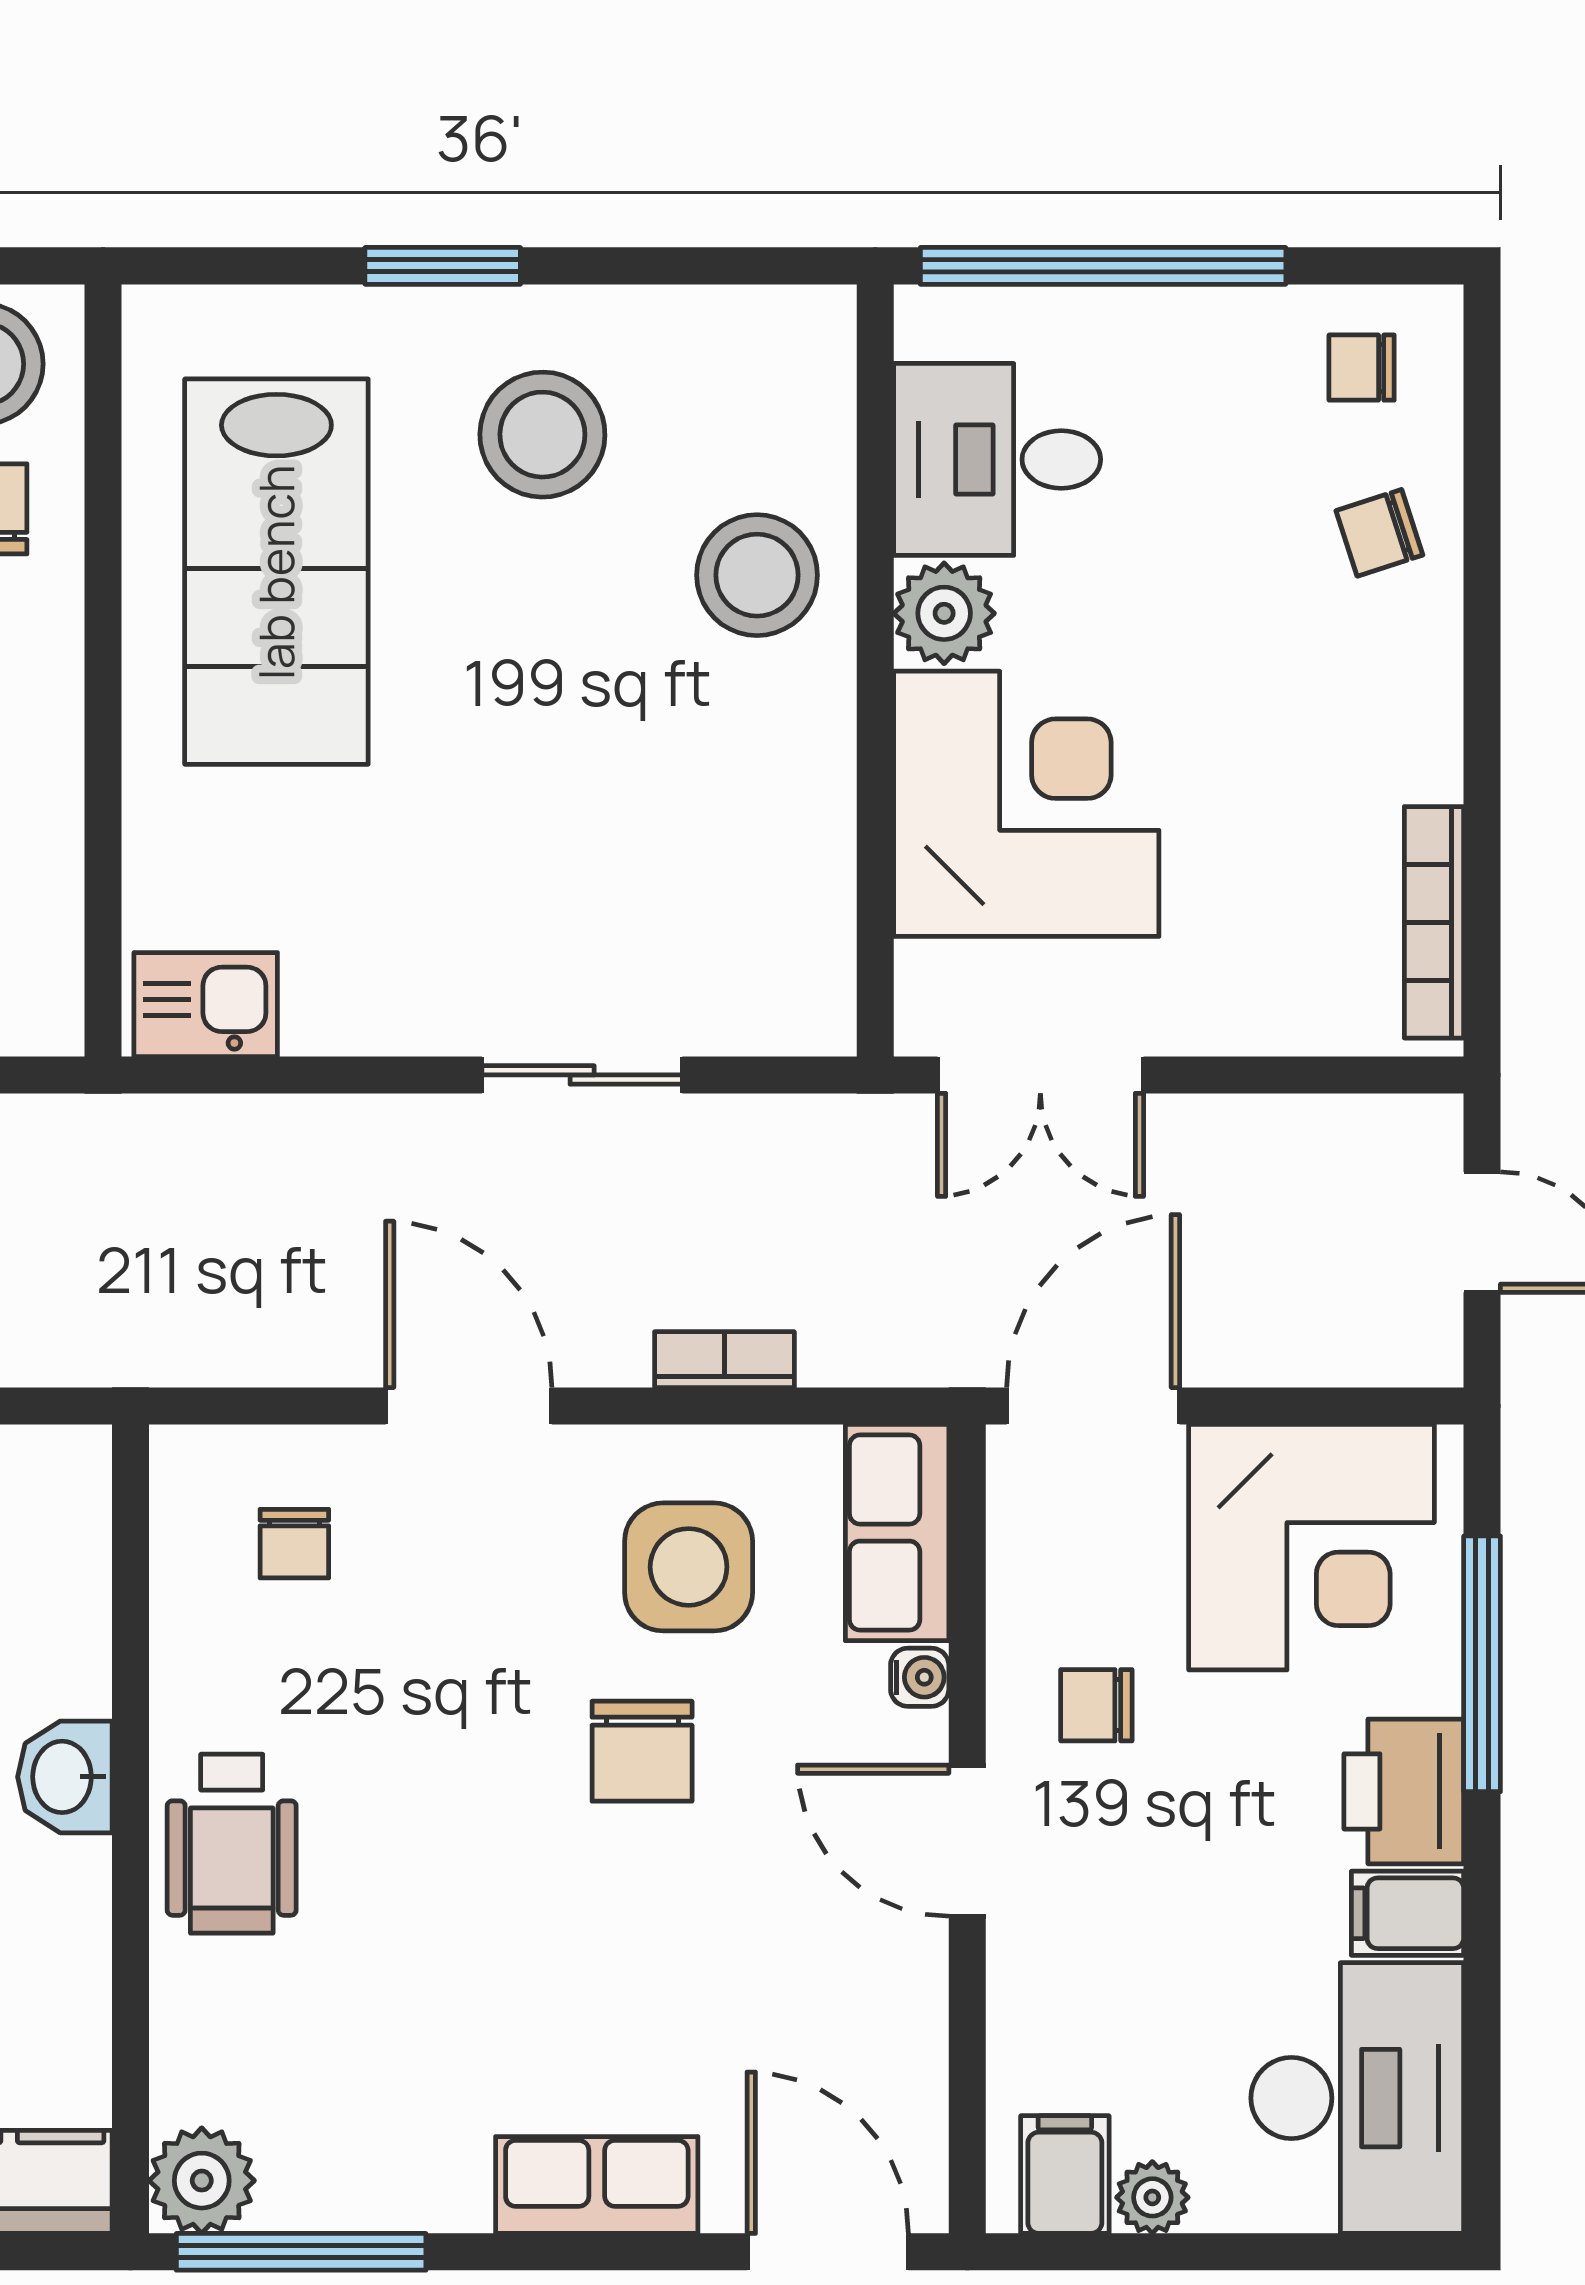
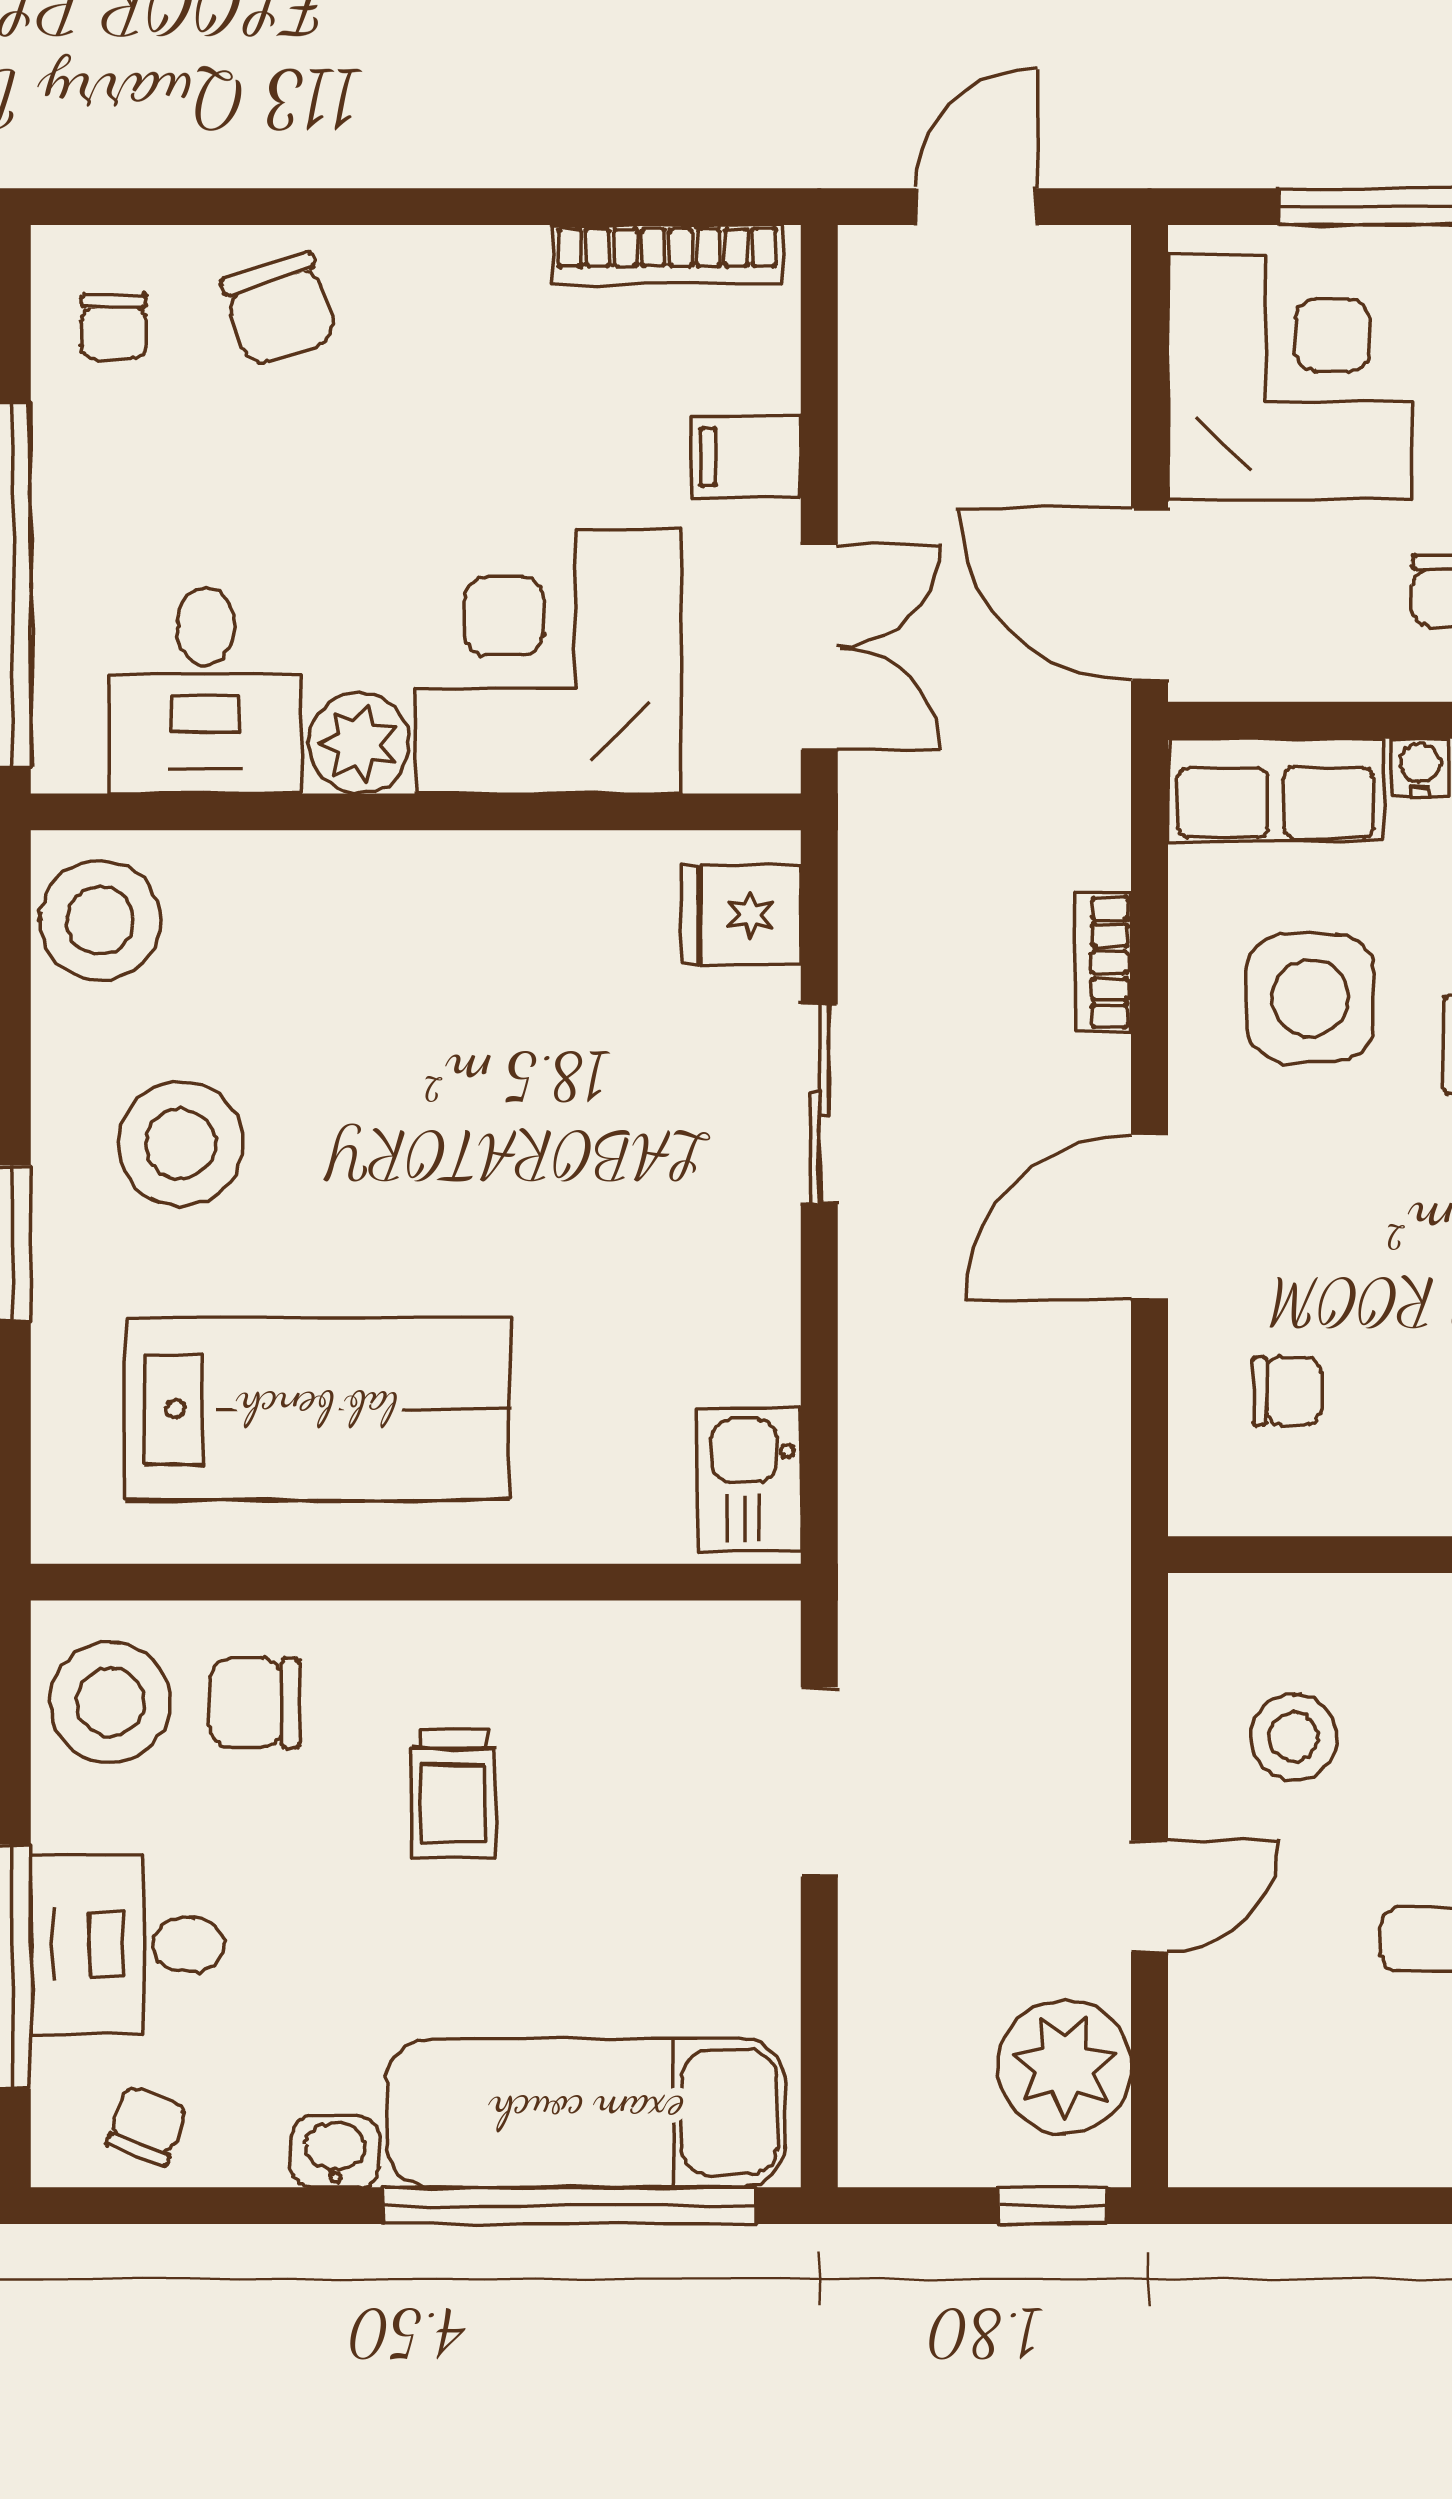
chair: (1379, 533) -> (279, 309), width x1.37, depth x1.37
stool: (757, 575) -> (100, 921), moved
fridge: (772, 997) -> (741, 915), added
filing cabinet: (1231, 1002) -> (746, 457), added

